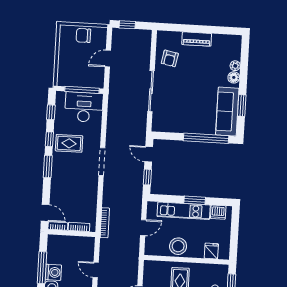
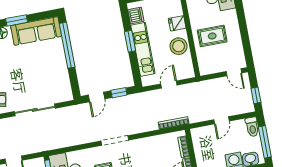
window: (242, 105) -> (17, 20), moved
door: (143, 228) -> (169, 85), hinge flipped
fridge: (211, 251) -> (177, 23), moved

